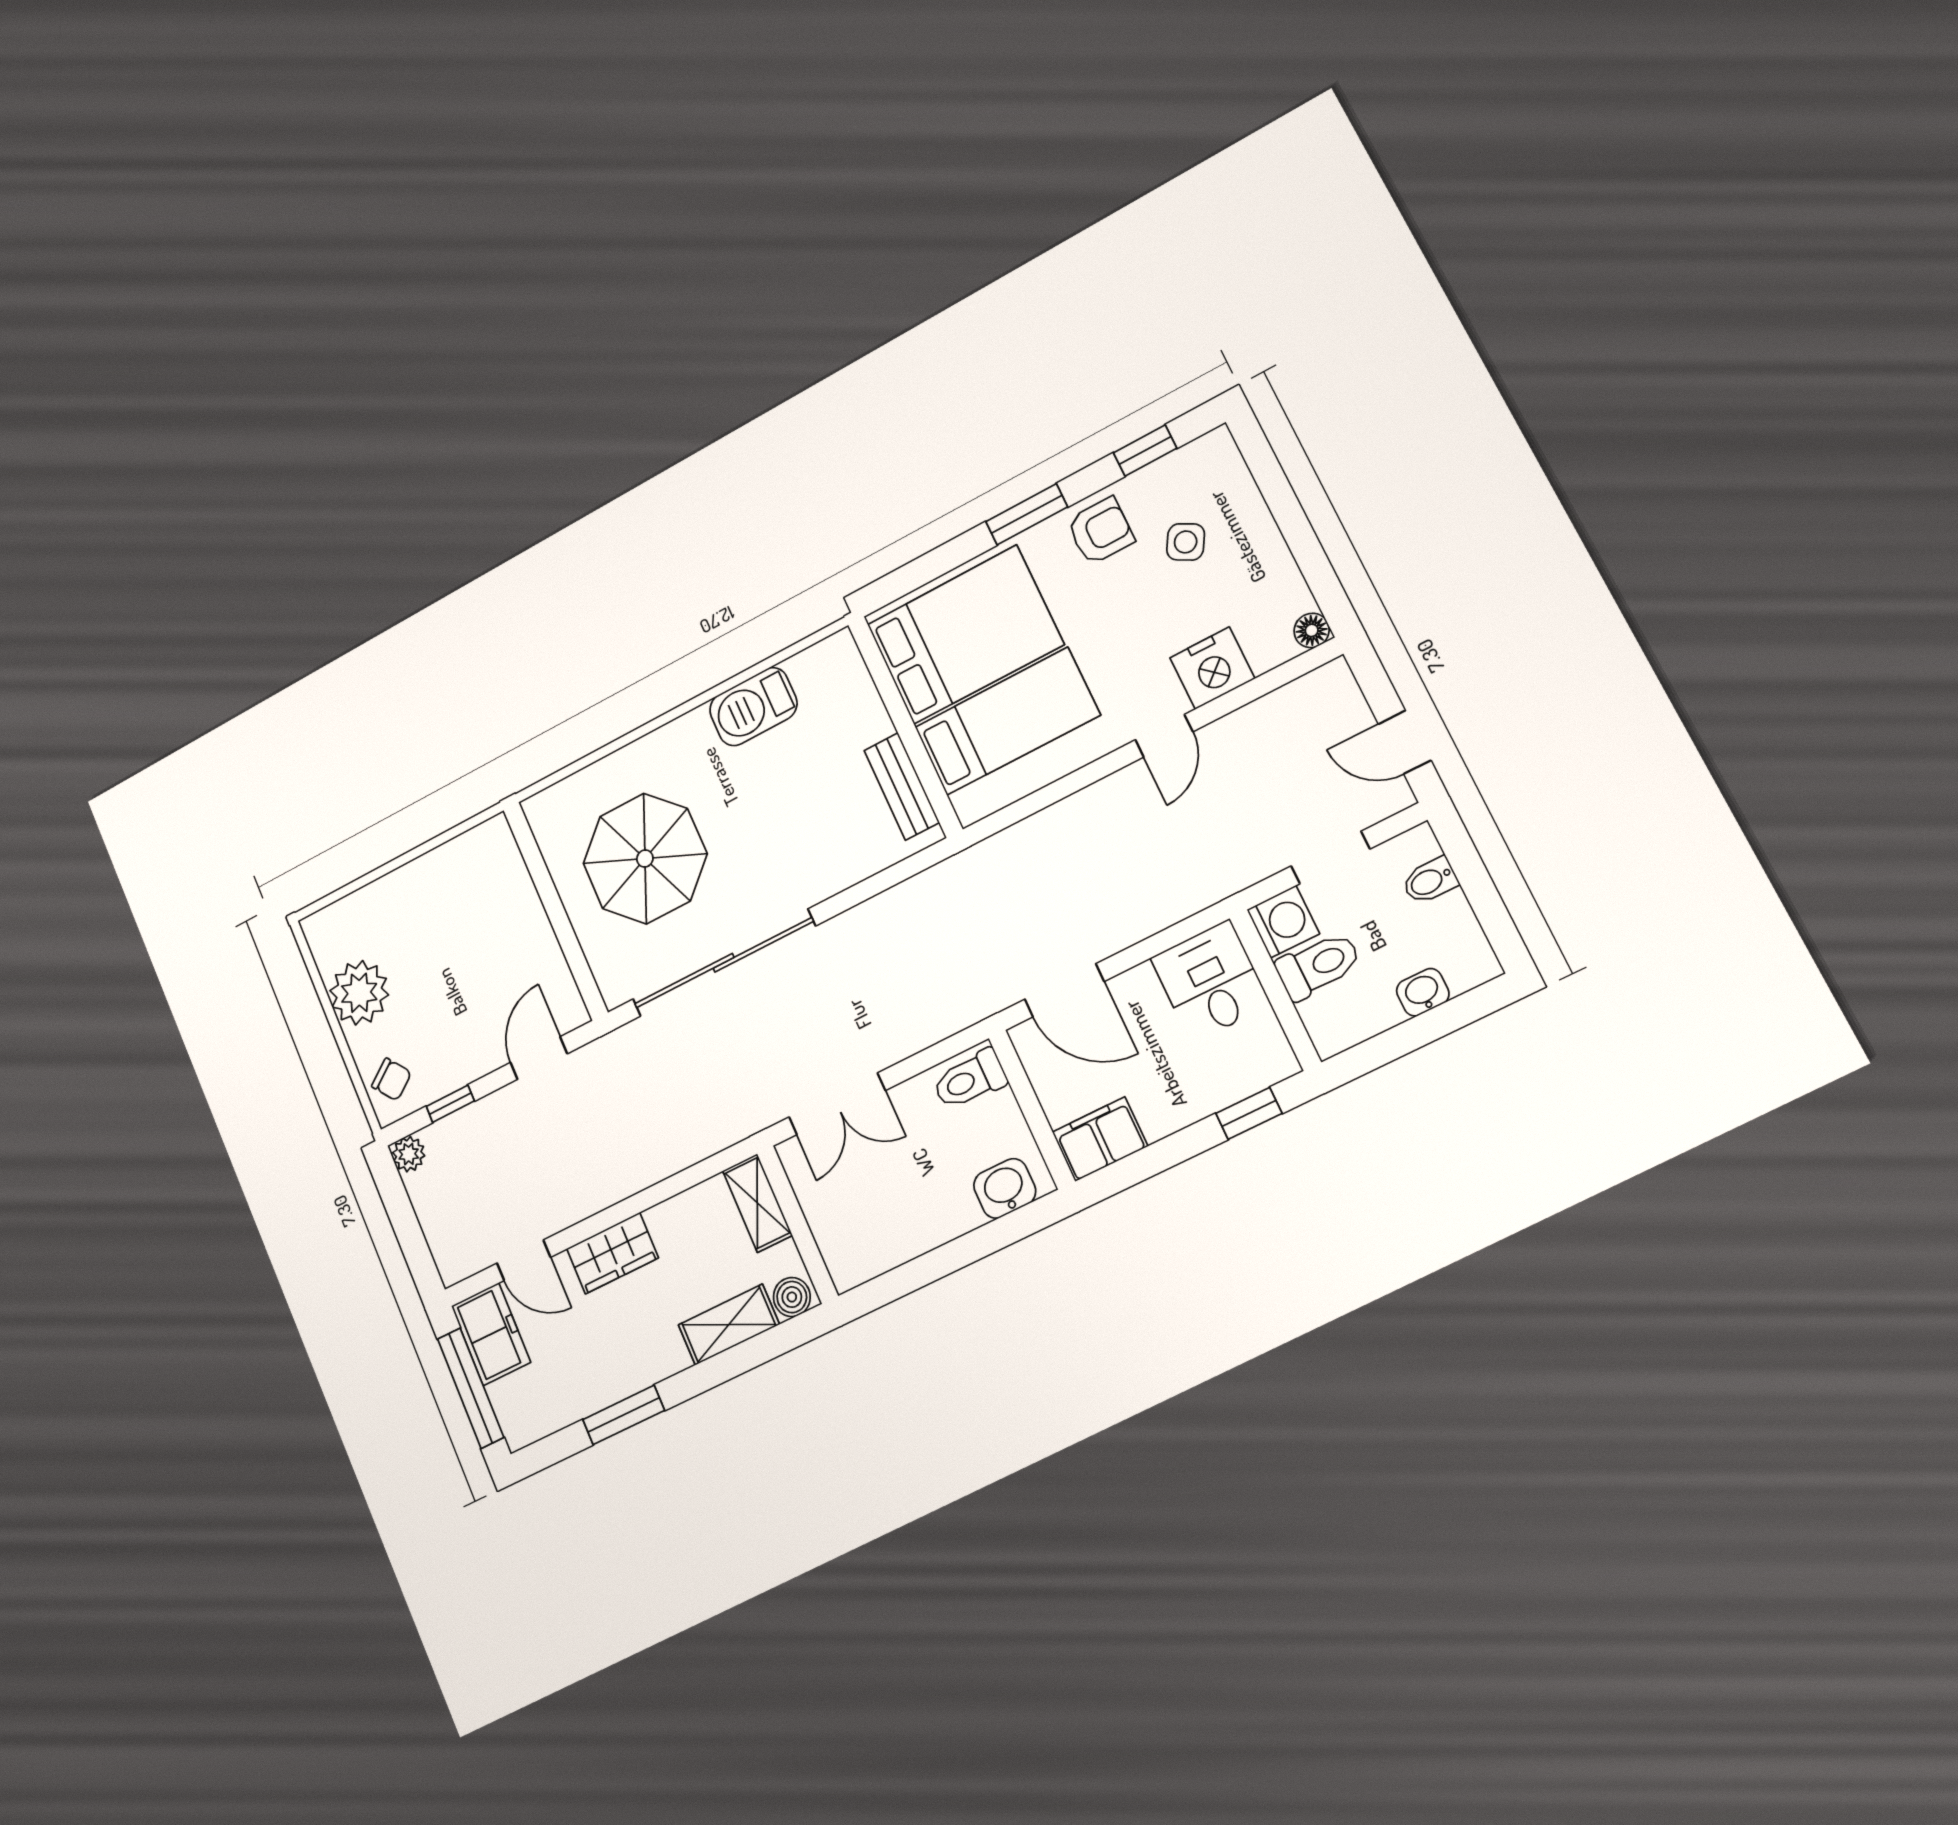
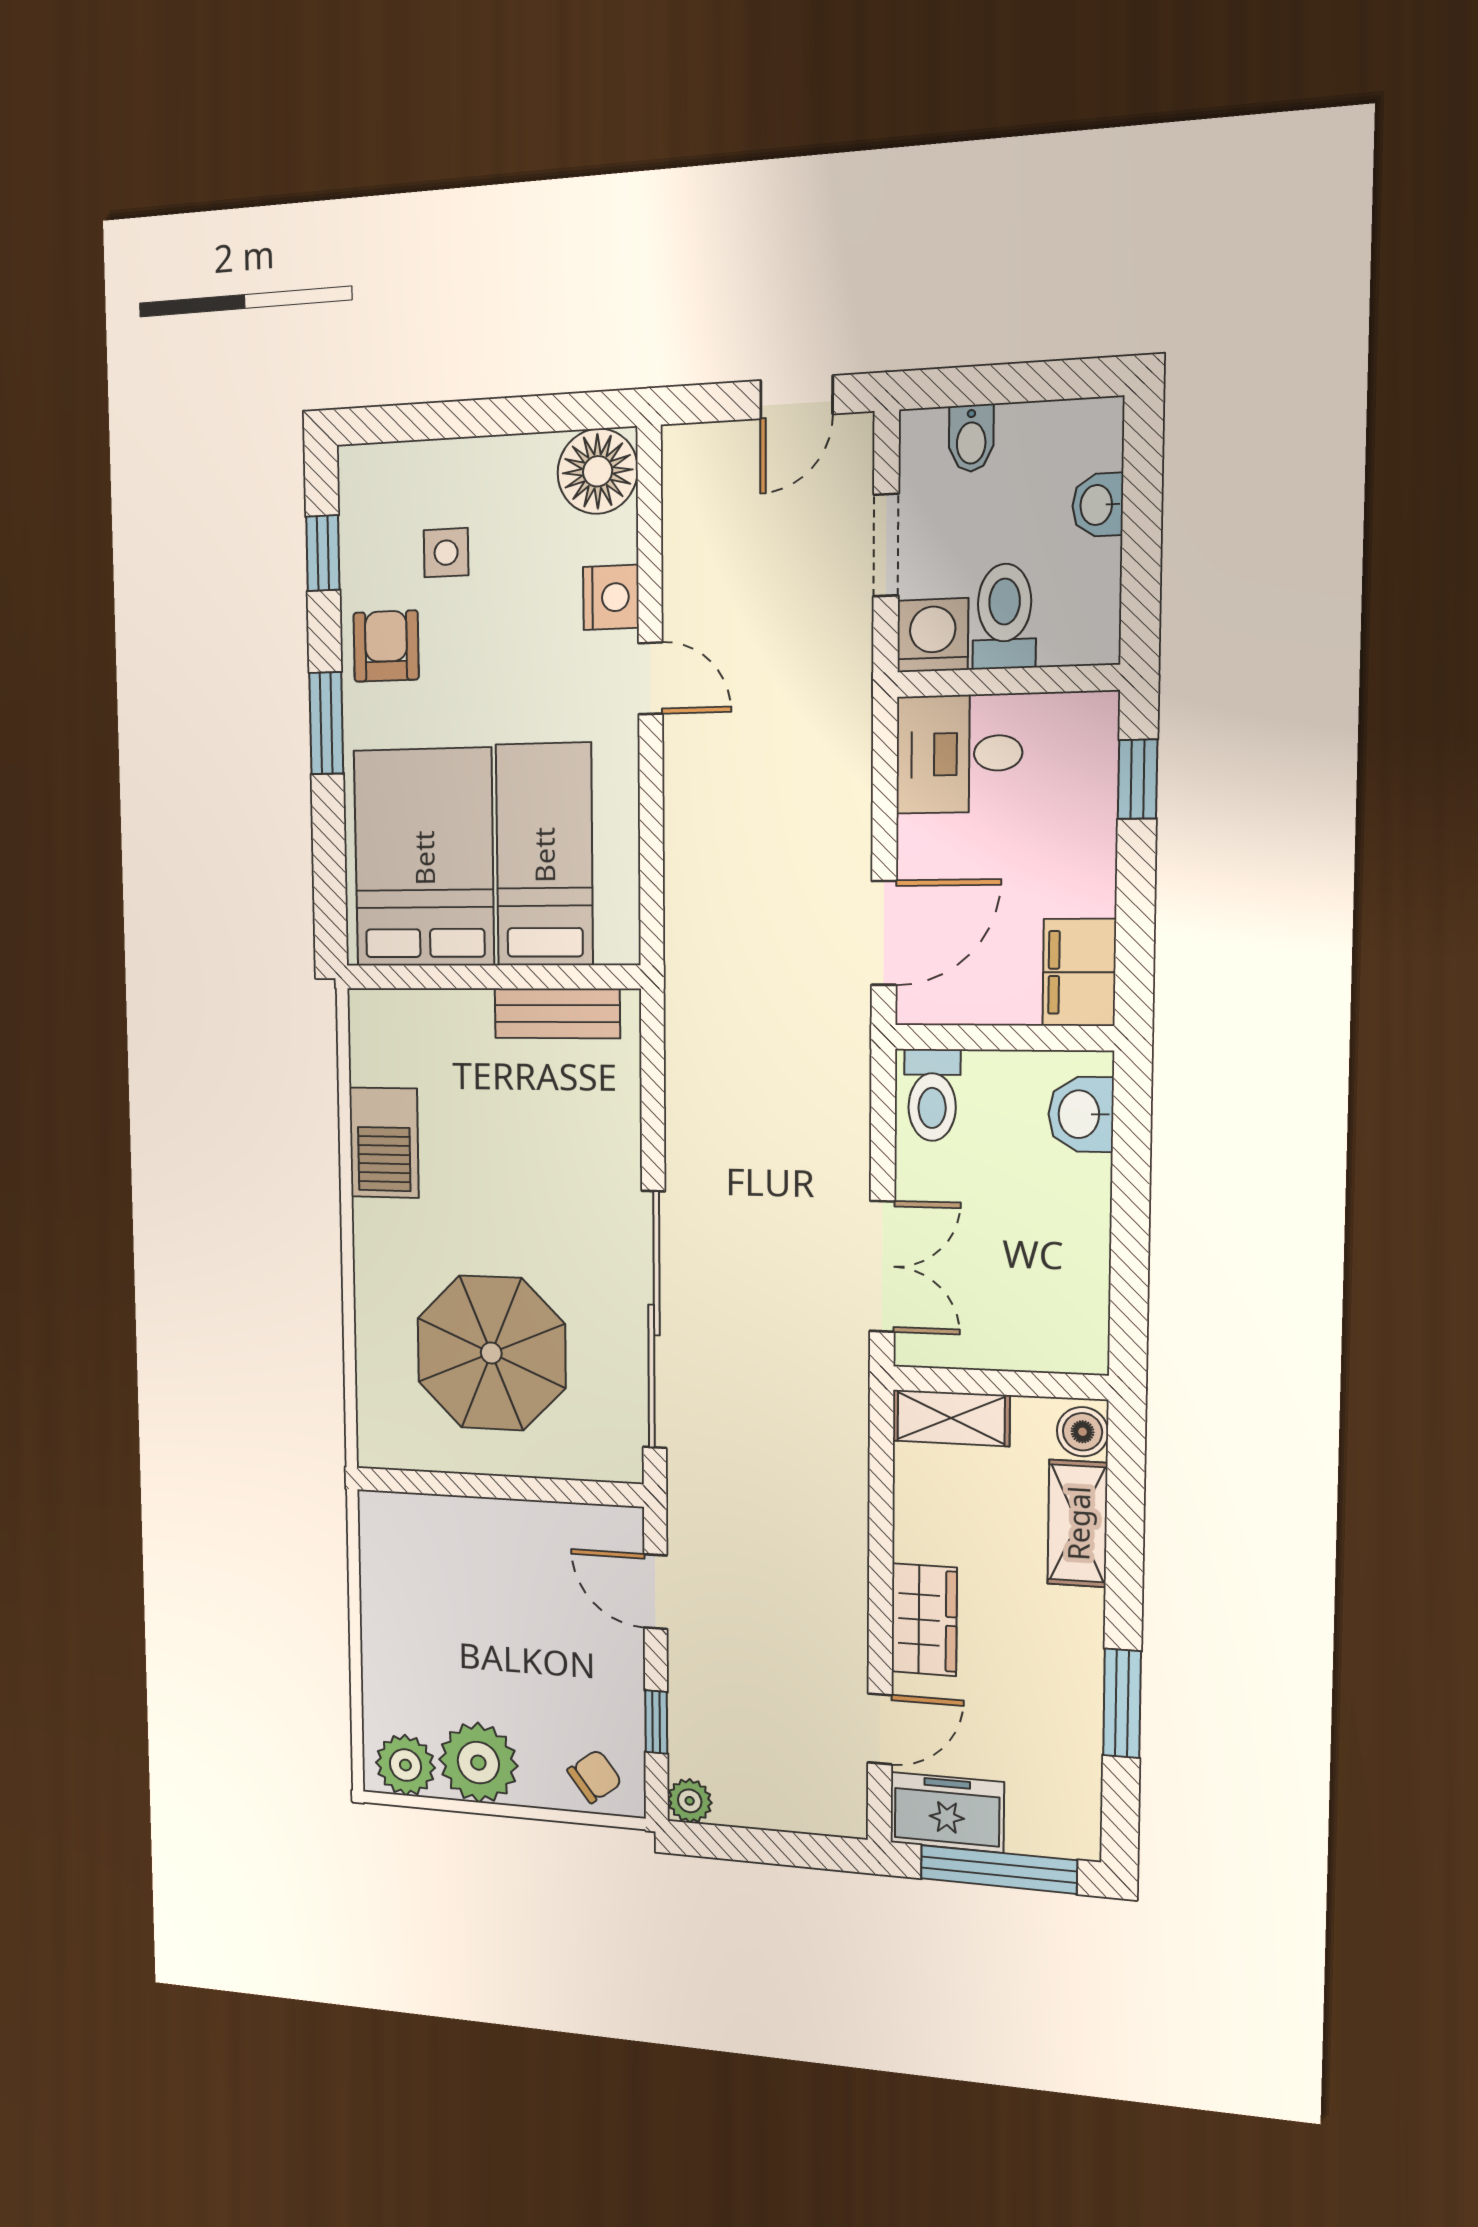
side table: (1186, 542) -> (446, 553), turned -30
floor lamp: (1312, 630) -> (598, 471), width x1.89, depth x1.89
nightstand: (1212, 668) -> (611, 597), width x0.74, depth x0.75
plant: (331, 942) -> (405, 1765), added

